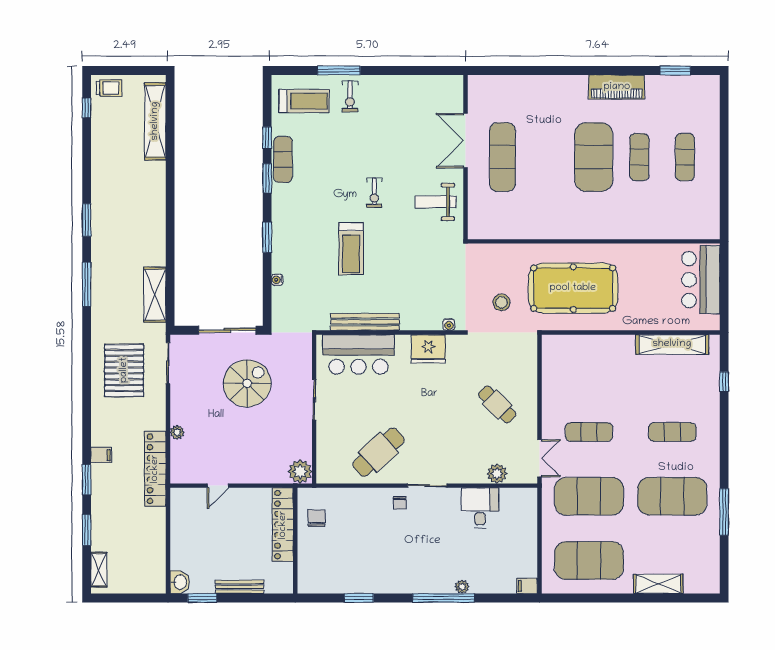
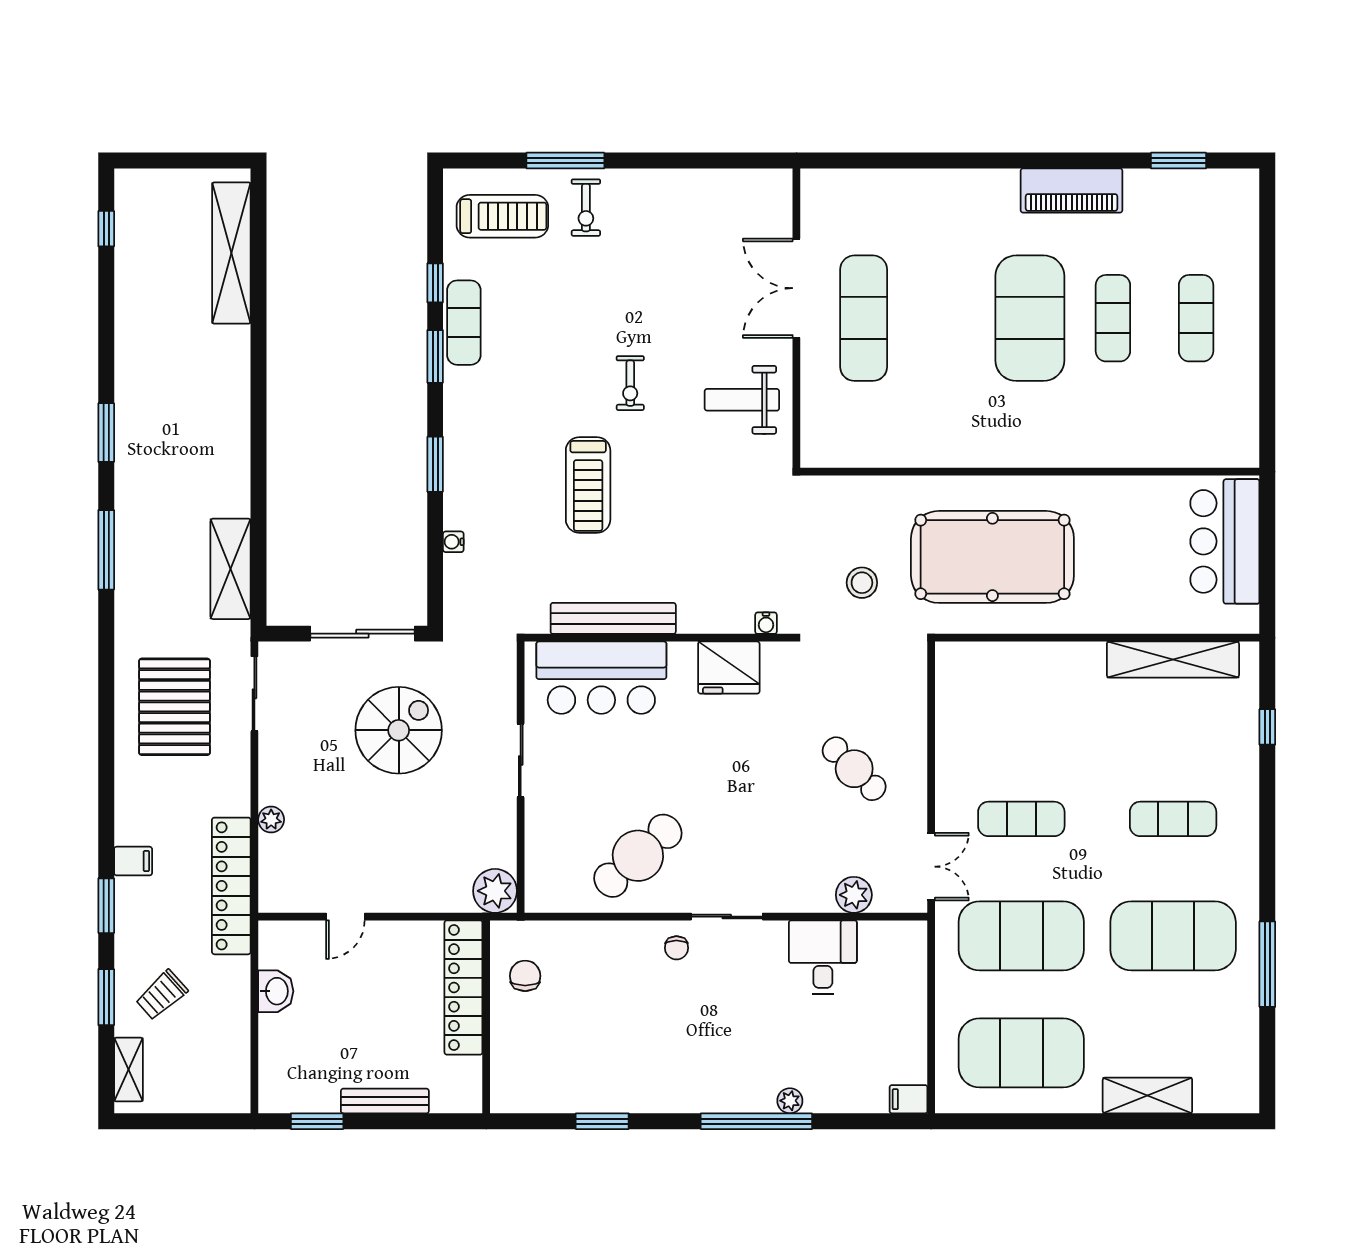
trolley: (109, 88) -> (162, 995), moved, turned 138
washbasin: (180, 582) -> (276, 991), moved

